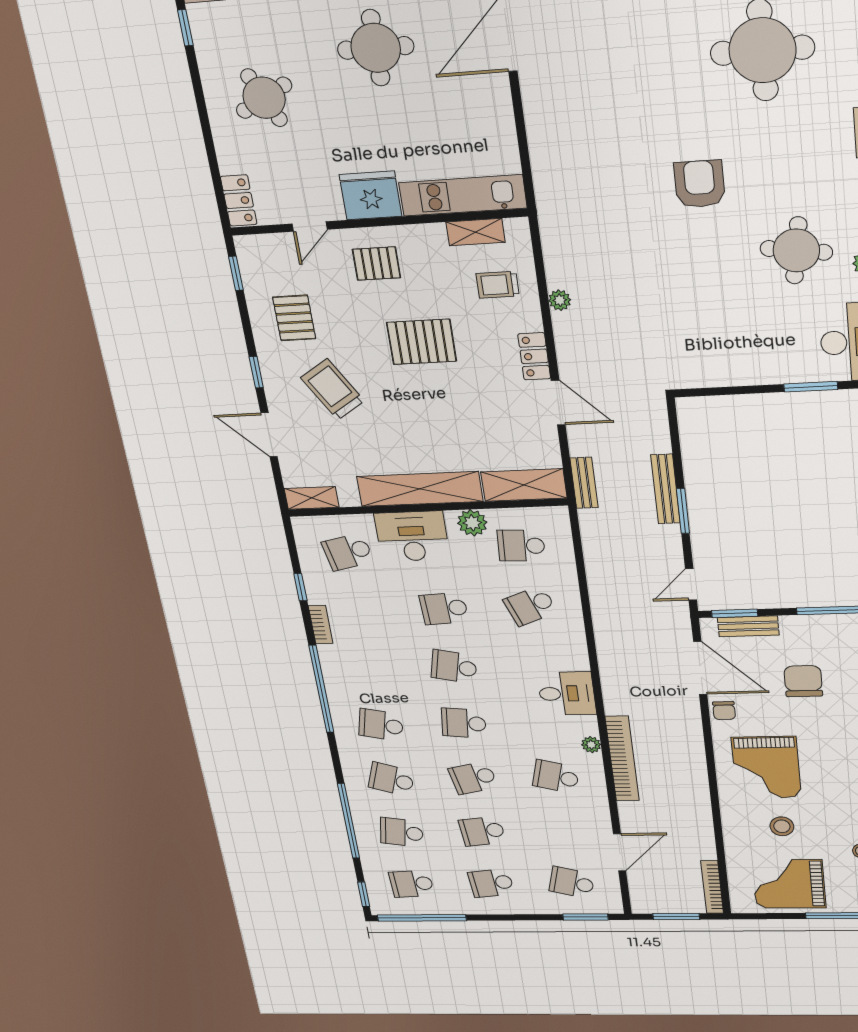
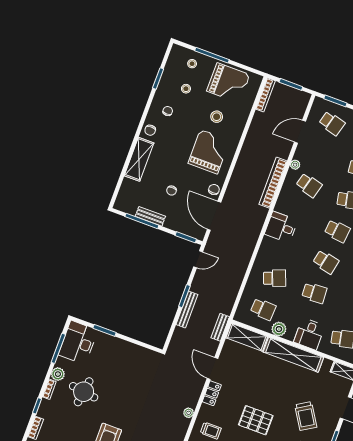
desk: (412, 536) -> (309, 334), width x0.73
bench: (748, 626) -> (150, 216), moved
chair: (803, 681) -> (172, 191), width x0.54, depth x0.54
plant: (591, 745) -> (295, 165), moved

